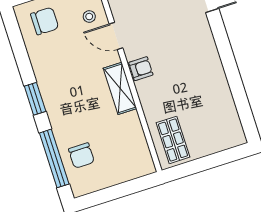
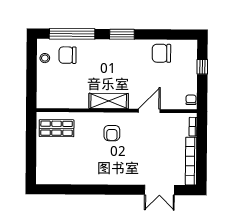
stool: (89, 17) -> (45, 58), moved
chair: (45, 21) -> (161, 53), moved, turned 90
armchair: (141, 69) -> (112, 133), moved

